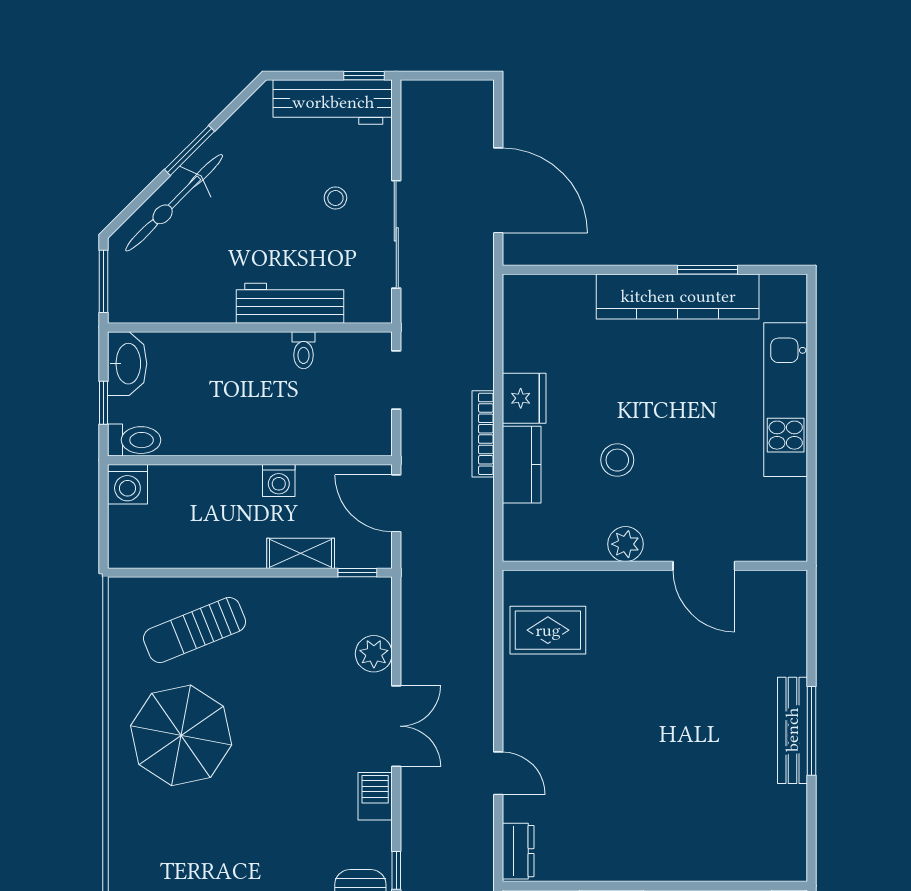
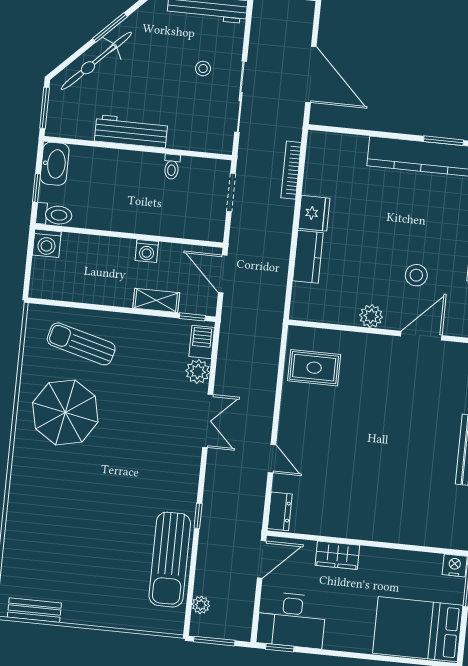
workbench: (290, 303) -> (131, 131), moved
bookcase: (483, 434) -> (291, 170), moved
stool: (617, 460) -> (416, 275), moved
door: (704, 566) -> (421, 336), swing flipped
sun lounger: (195, 630) -> (81, 344), turned 37
barbecue: (375, 796) -> (202, 342), moved

